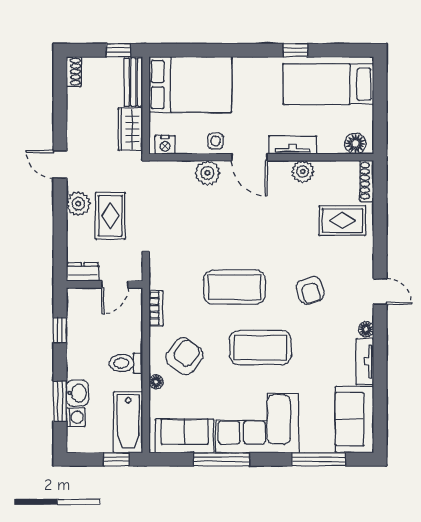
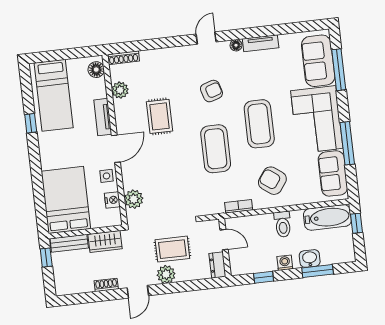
shoe rack: (74, 72) -> (106, 285), moved
nightstand: (165, 145) -> (112, 200), moved
plant: (303, 171) -> (120, 90), moved
plant: (207, 173) -> (134, 199), moved
rug: (342, 221) -> (159, 116), moved
floor lamp: (156, 382) -> (294, 200), removed
washing machine: (76, 417) -> (285, 263), moved
sofa: (354, 419) -> (318, 61), moved, turned 90

